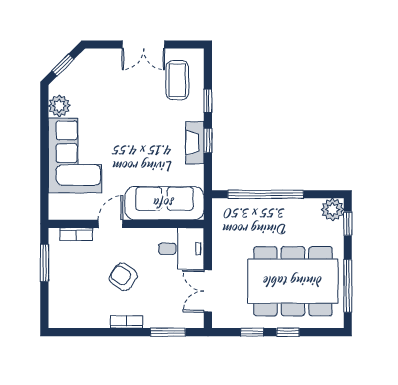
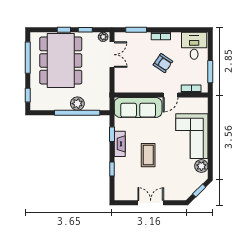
coffee table: (177, 80) -> (148, 155), moved
window: (208, 140) -> (112, 134), moved
plant: (332, 210) -> (77, 104), moved
desk: (181, 249) -> (194, 46), moved, turned 90
dining table: (293, 281) -> (61, 60), turned 90
plant: (223, 320) -> (103, 37), added

